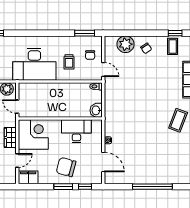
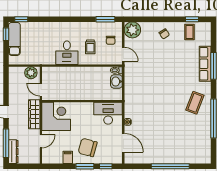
plant: (126, 44) -> (132, 30), moved
desk: (34, 64) -> (67, 53), width x0.53, depth x0.77
washbasin: (96, 110) -> (116, 82), moved
desk: (76, 131) -> (108, 113), moved
wardrobe: (10, 137) -> (34, 114), width x1.50
filing cabinet: (28, 177) -> (68, 157), moved, width x0.50

